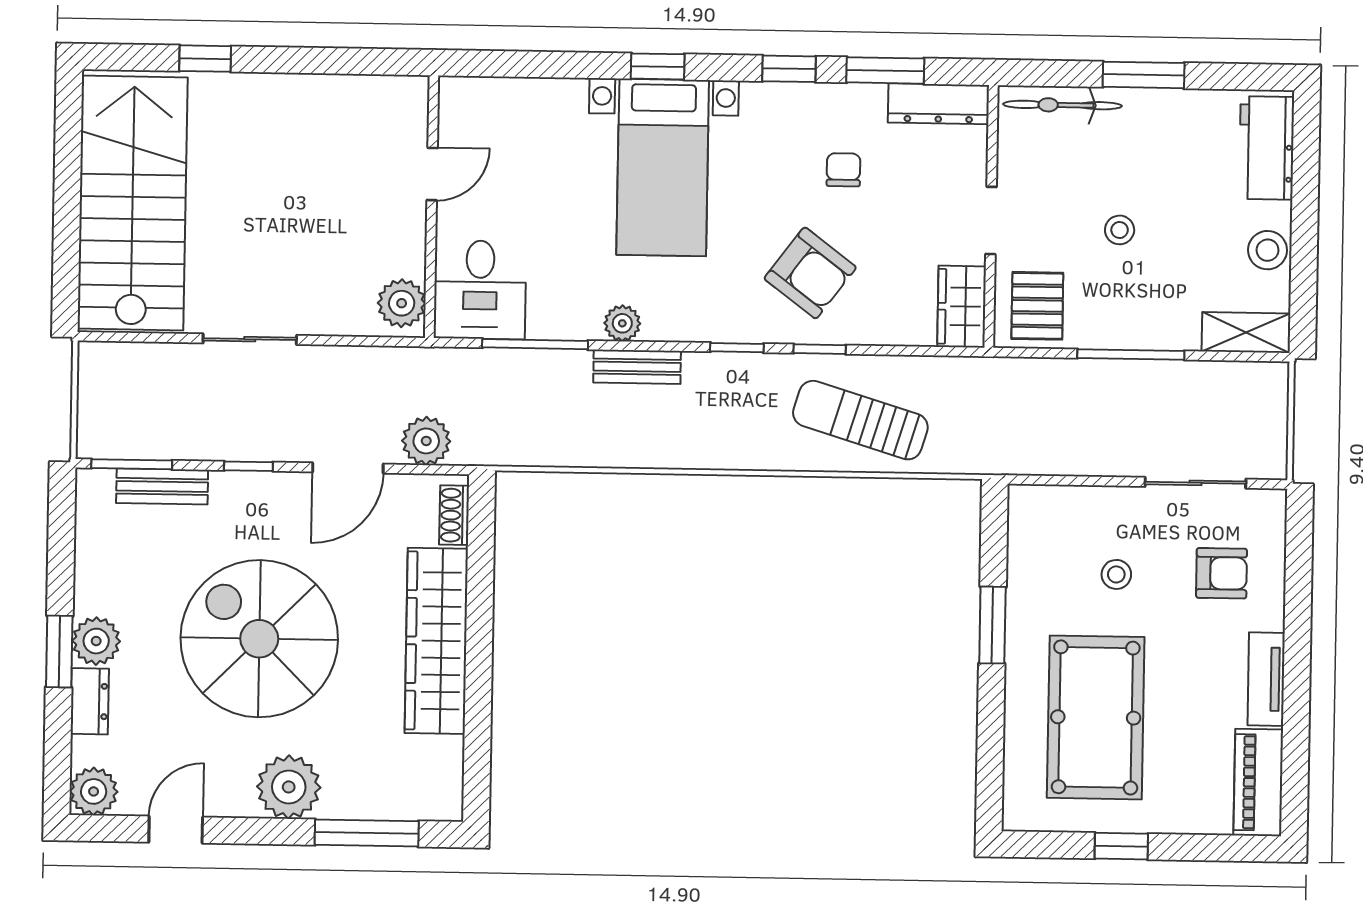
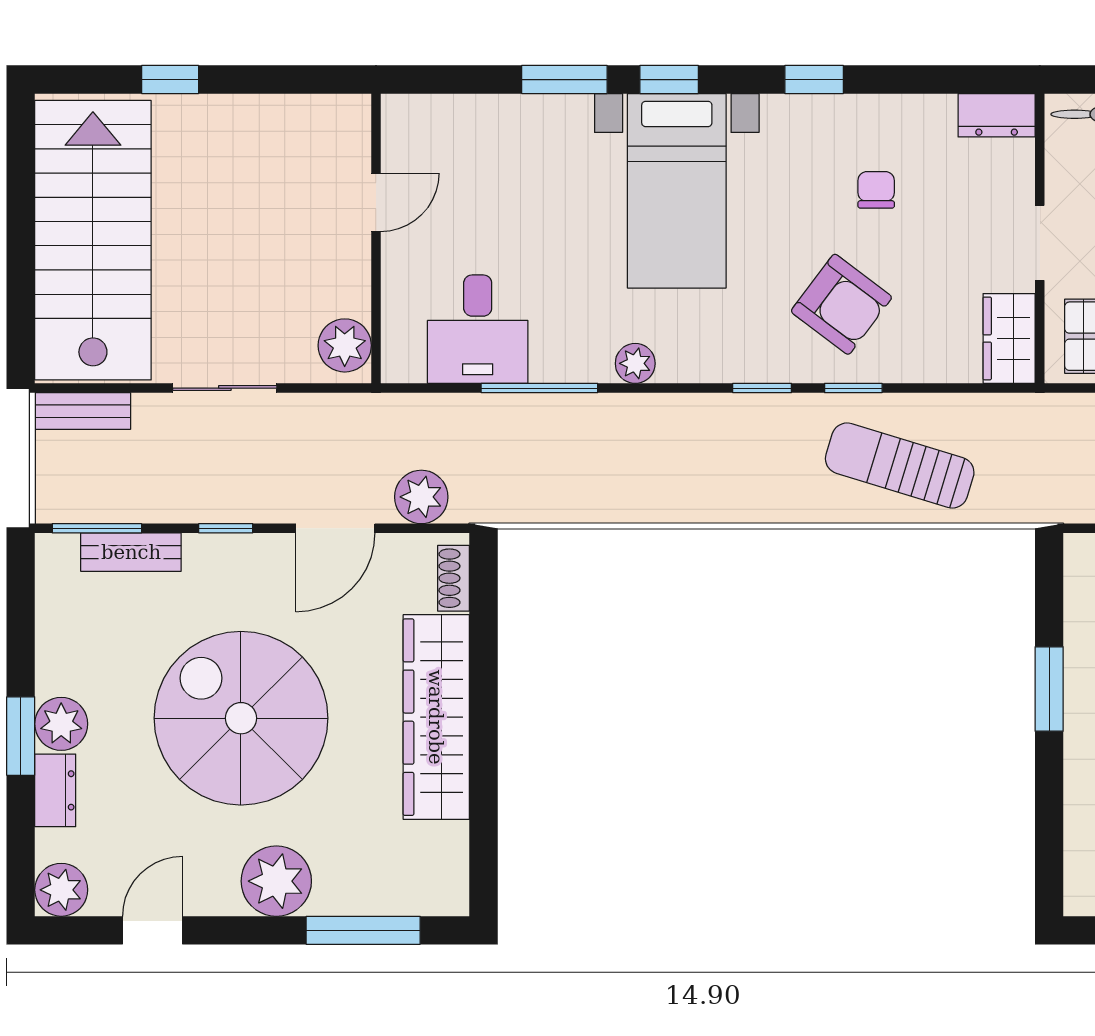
window: (885, 70) -> (564, 80), moved
dresser: (939, 104) -> (997, 115), width x0.70
door: (432, 174) -> (376, 202), moved
wall: (432, 207) -> (376, 238), moved
plant: (402, 303) -> (345, 345), moved
bench: (637, 367) -> (83, 411), moved

